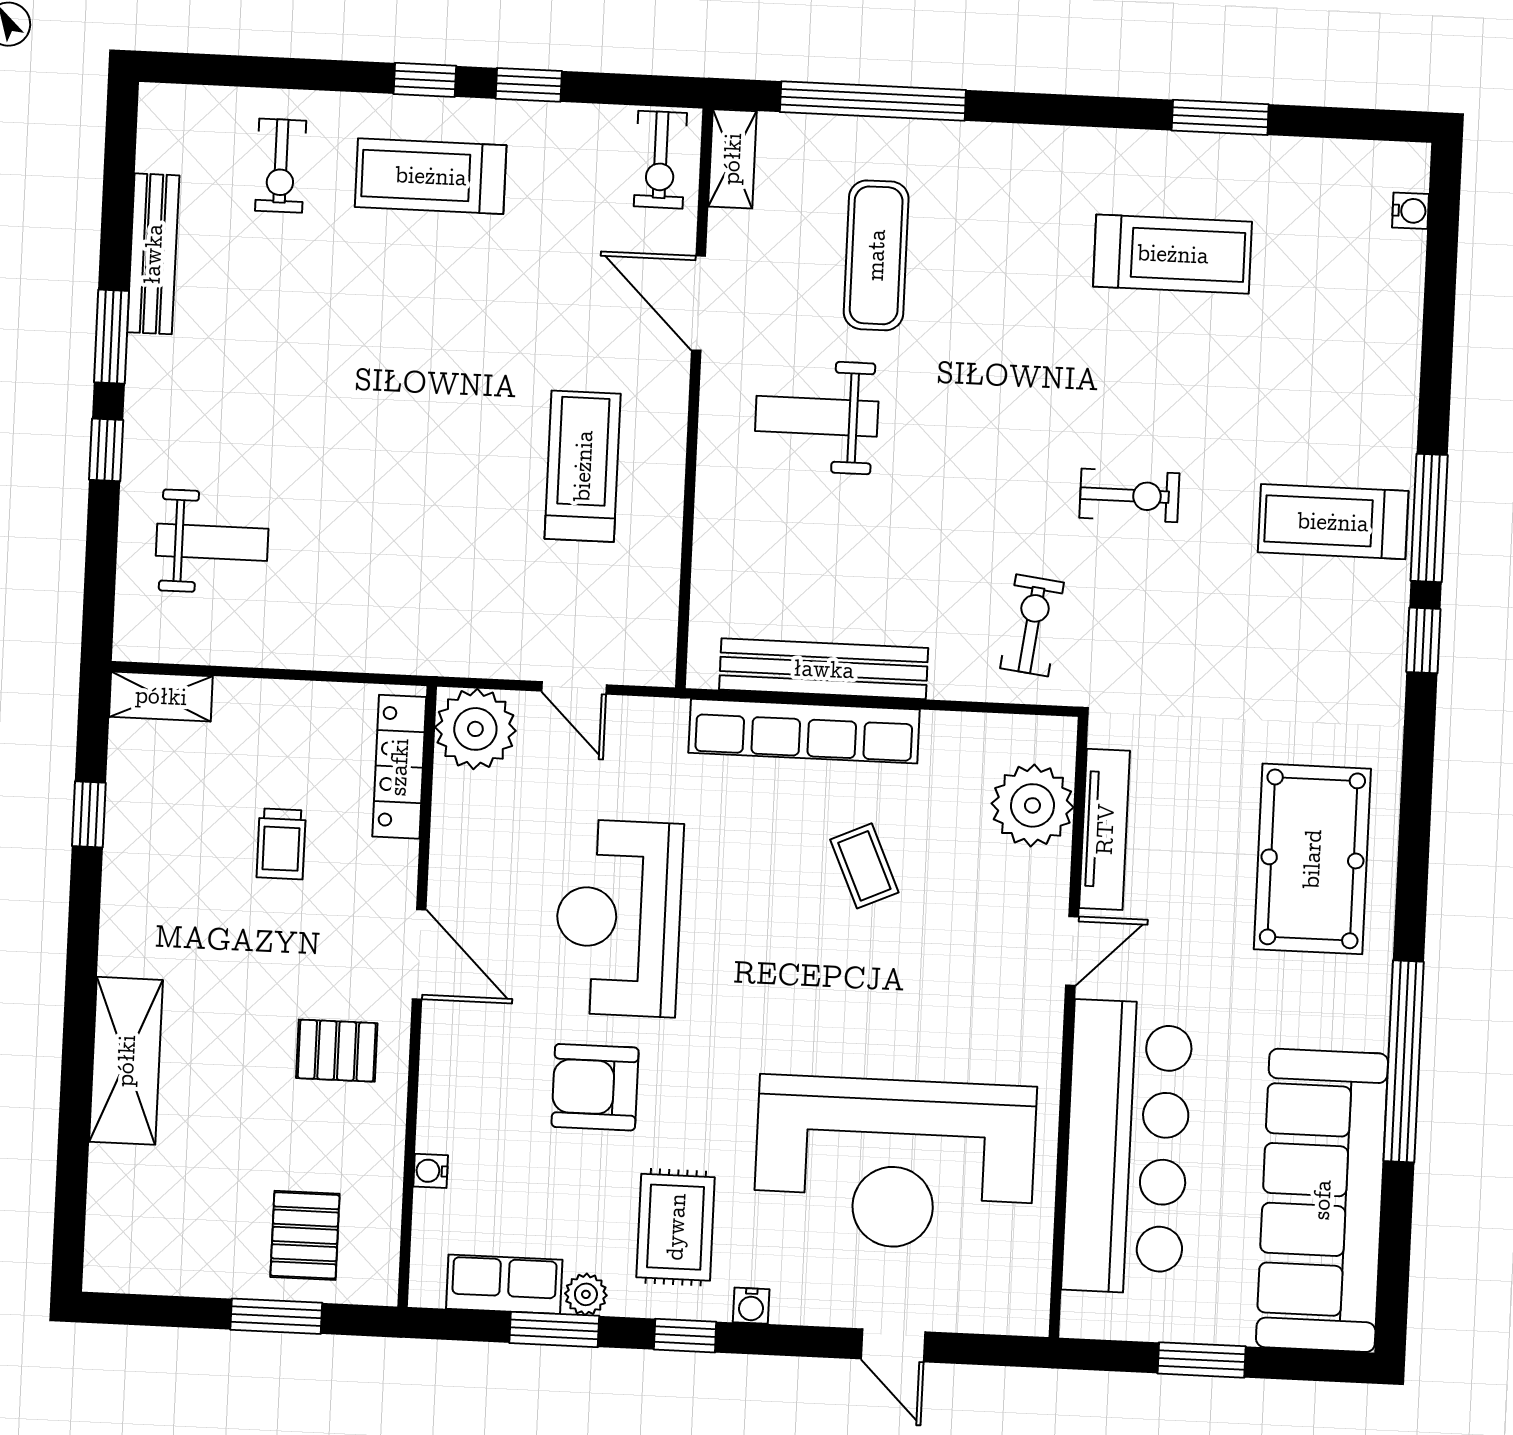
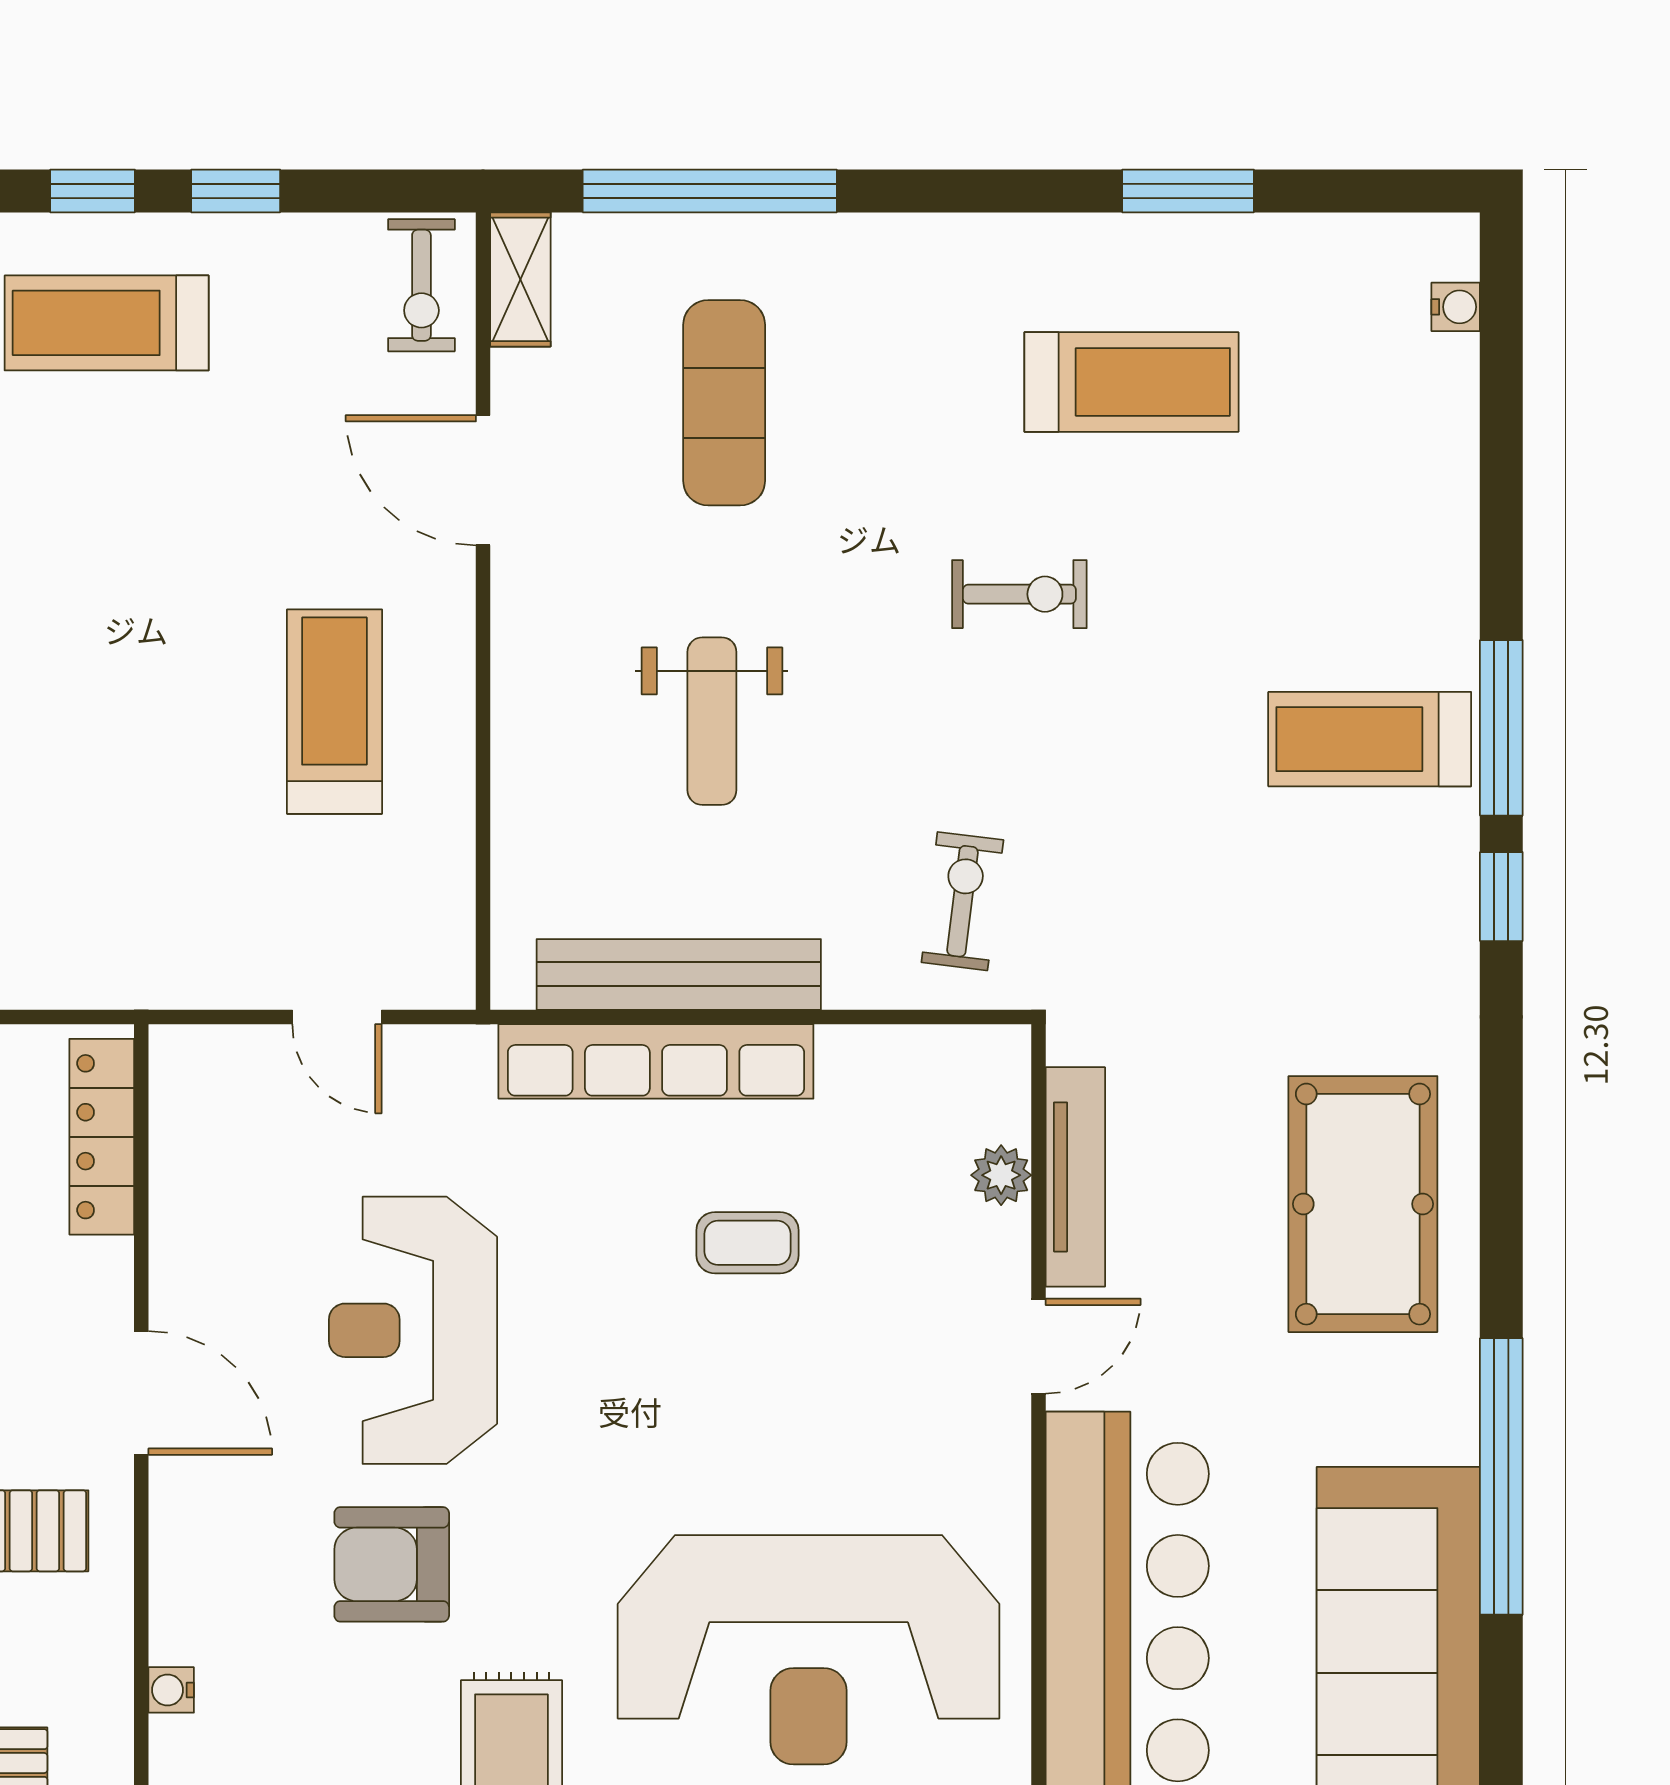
weight bench: (817, 416) -> (712, 721), moved, turned -90
exercise bike: (1129, 495) -> (1019, 594), moved
plant: (475, 729) -> (204, 1080), removed
plant: (1032, 805) -> (1001, 1175), width x0.53, depth x0.53
coffee table: (864, 866) -> (748, 1243), turned -66

